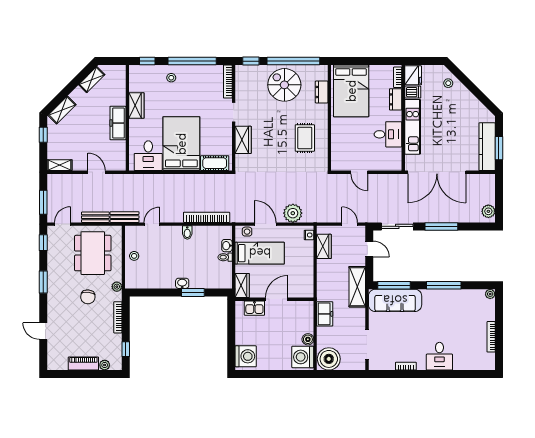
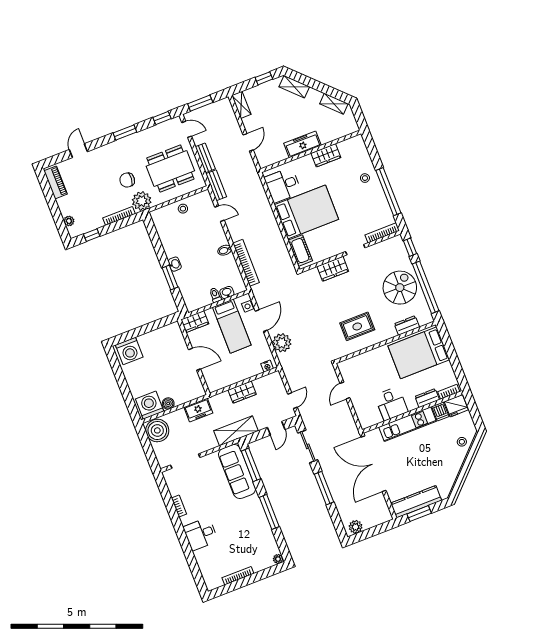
window: (147, 61) -> (372, 149), removed
wardrobe: (324, 246) -> (242, 392), moved
plant: (117, 287) -> (142, 201), width x1.87, depth x1.87
kitchen sink: (254, 308) -> (178, 342), removed
piano: (83, 364) -> (56, 182), moved

